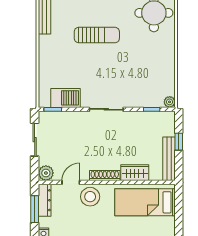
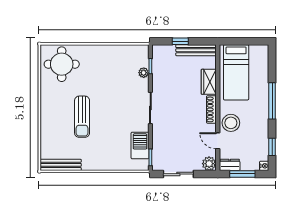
sun lounger: (97, 35) -> (82, 117), turned 180
plant: (170, 102) -> (144, 73), moved
dresser: (45, 200) -> (230, 165), width x0.70

